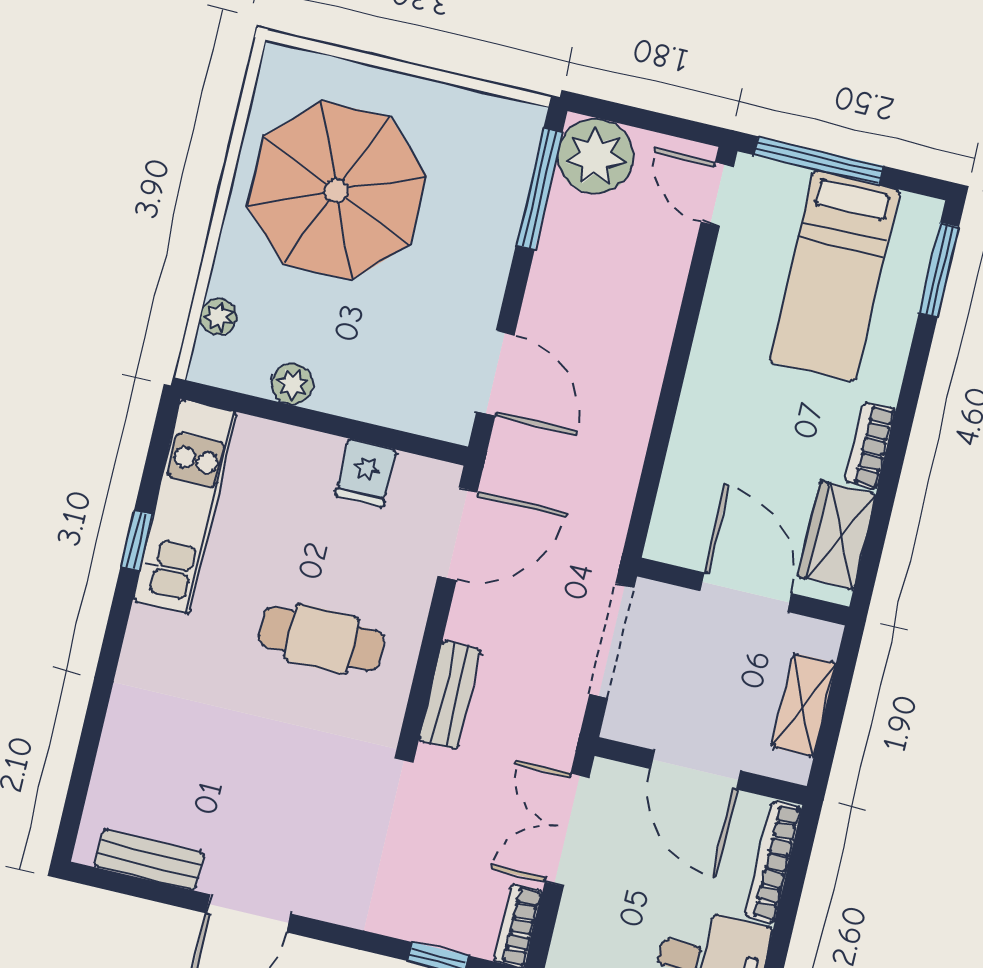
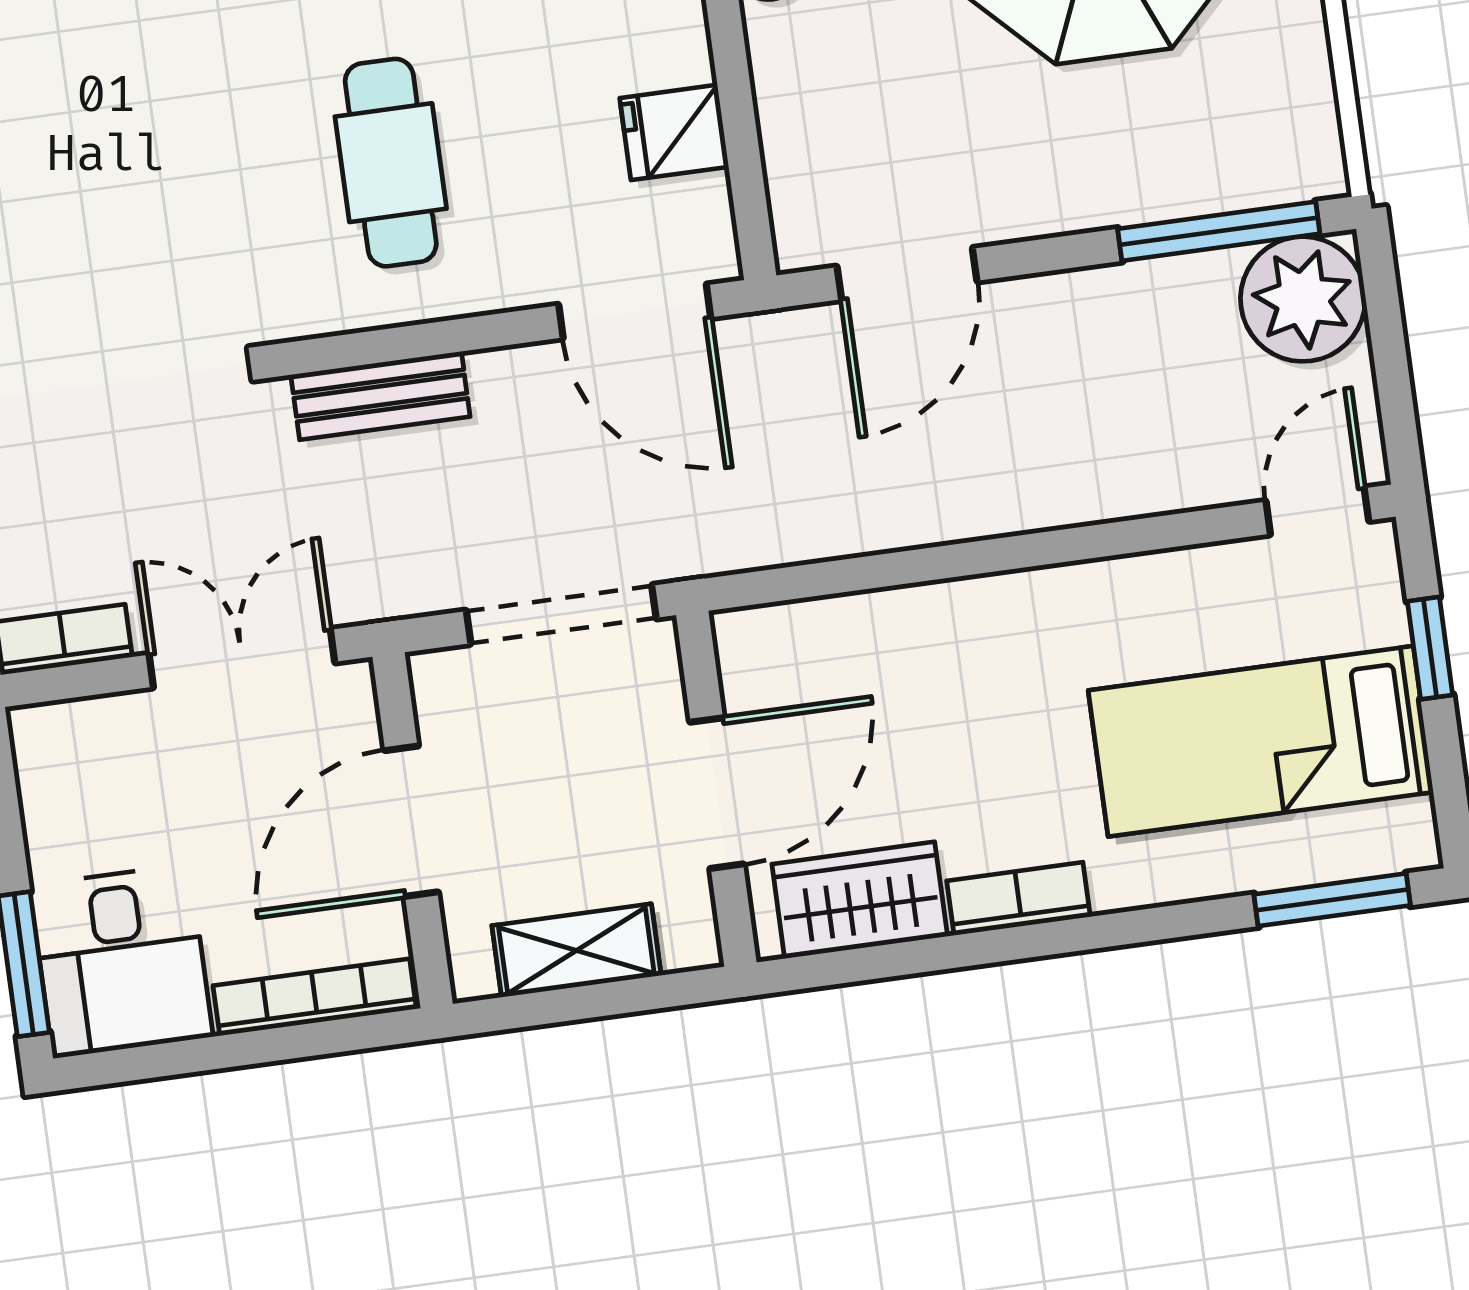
window: (819, 161) -> (1430, 648), width x0.46

